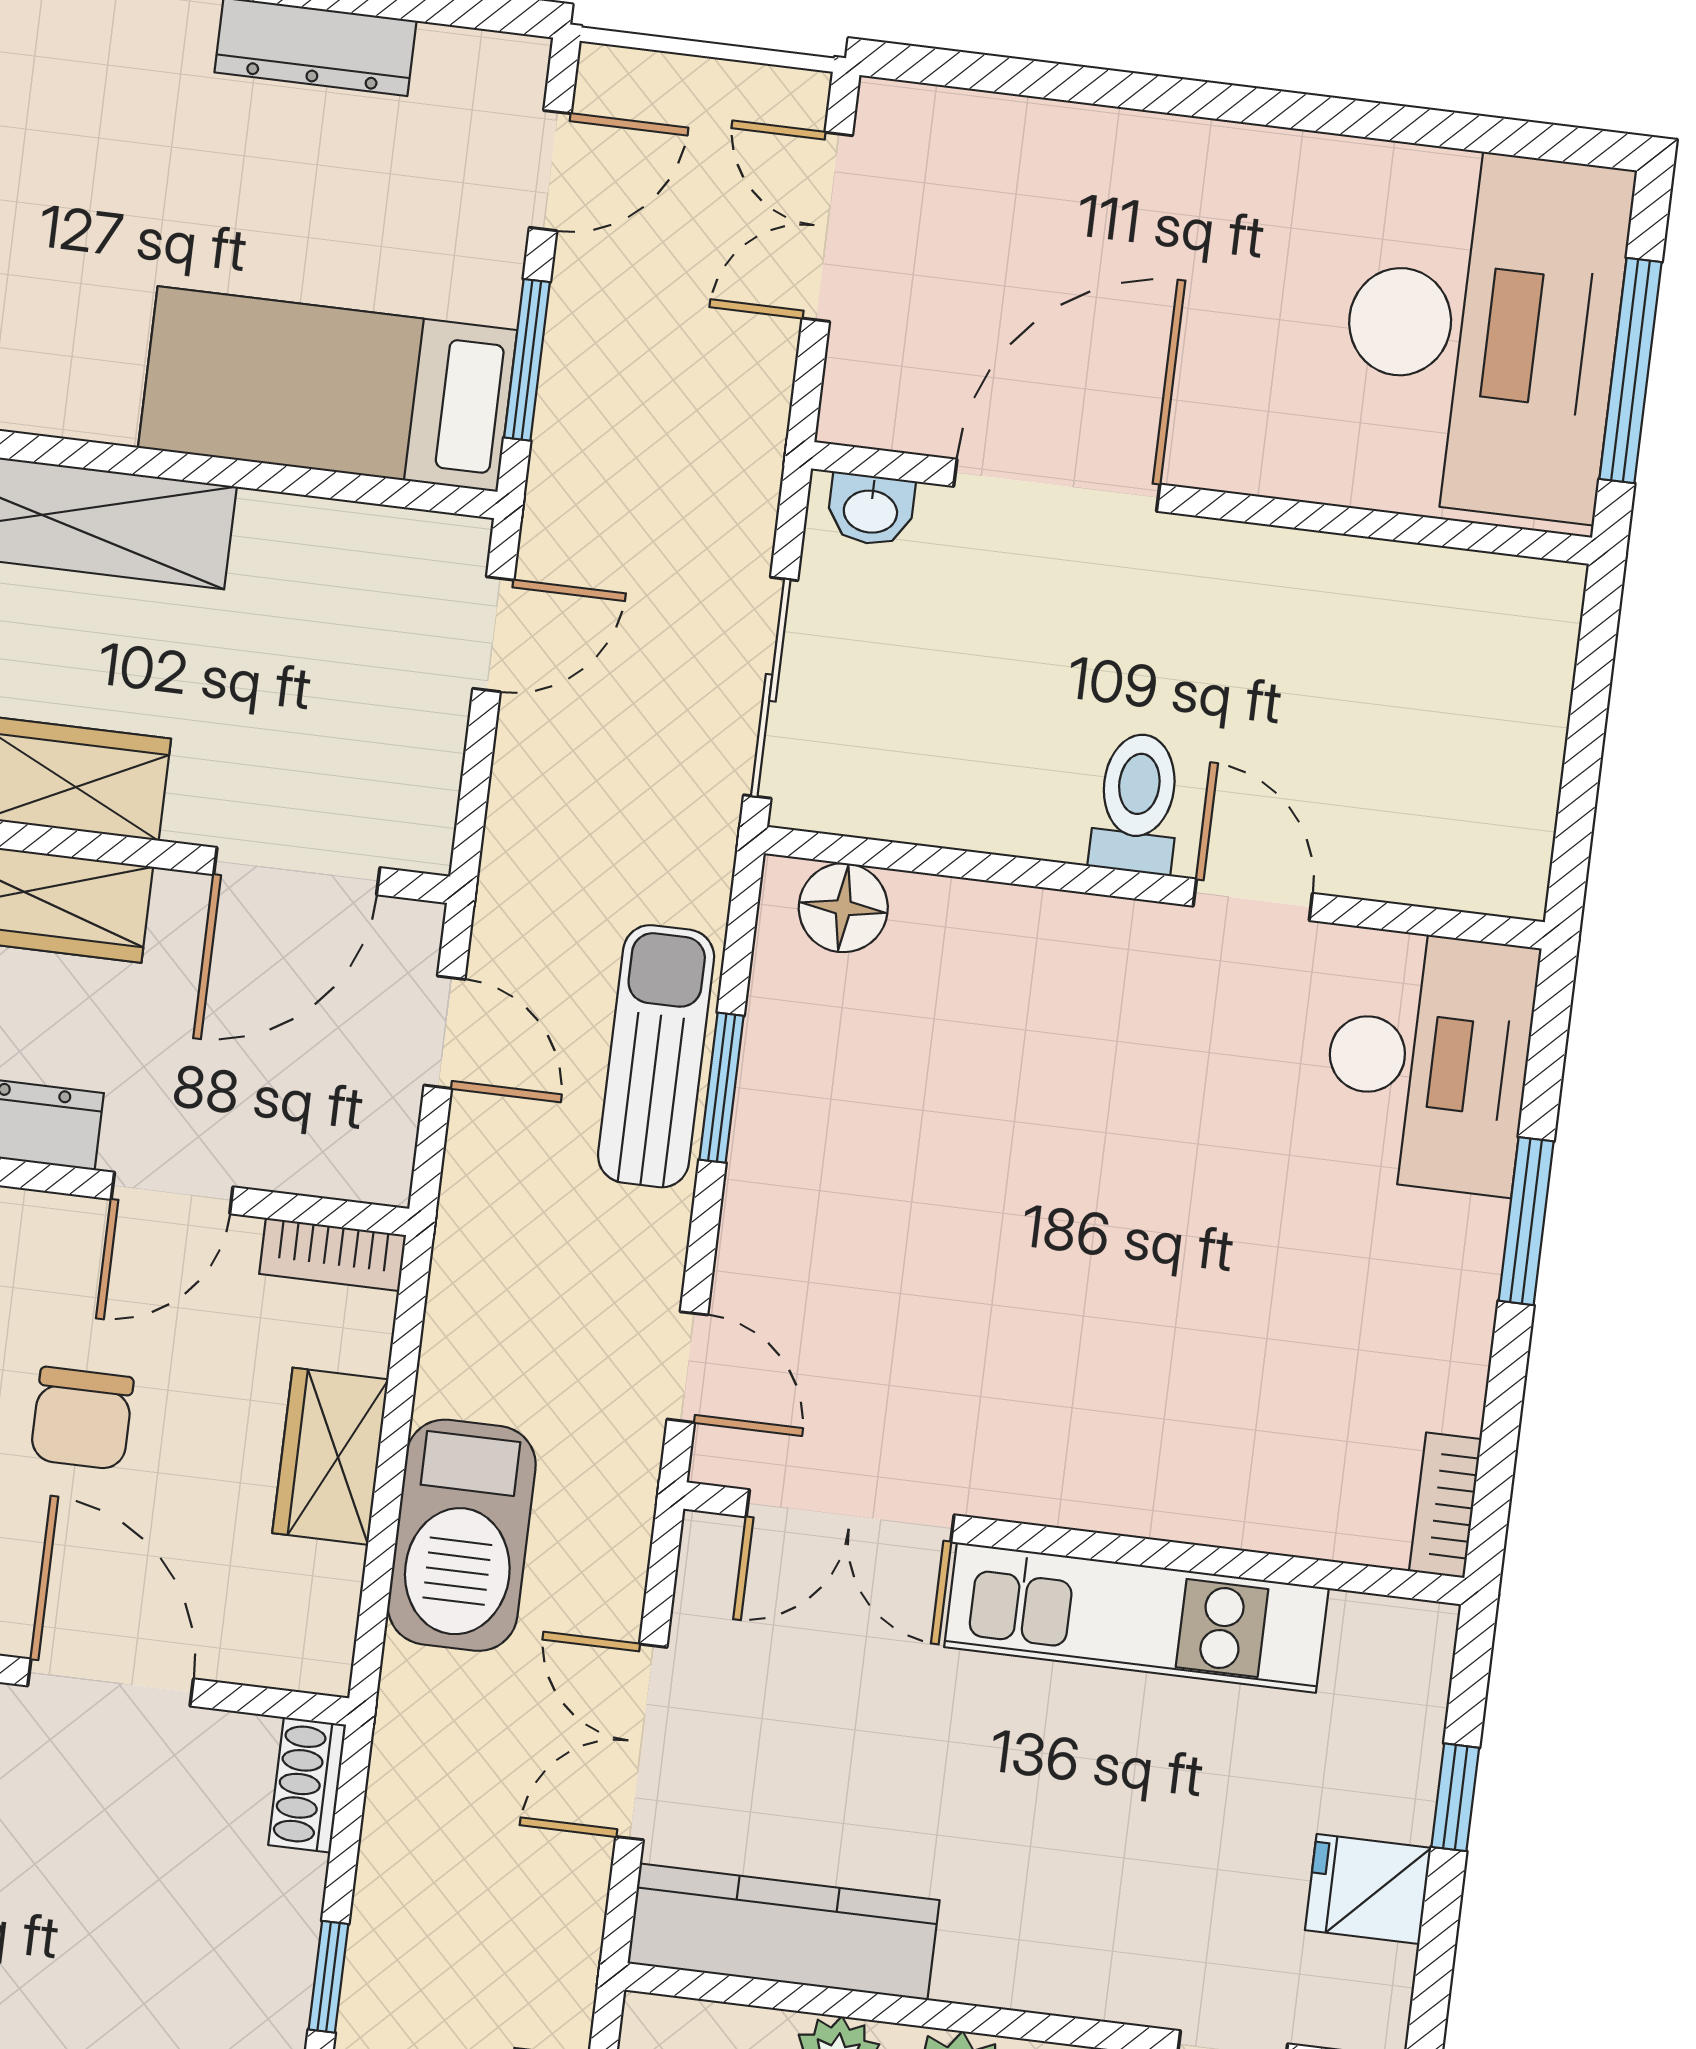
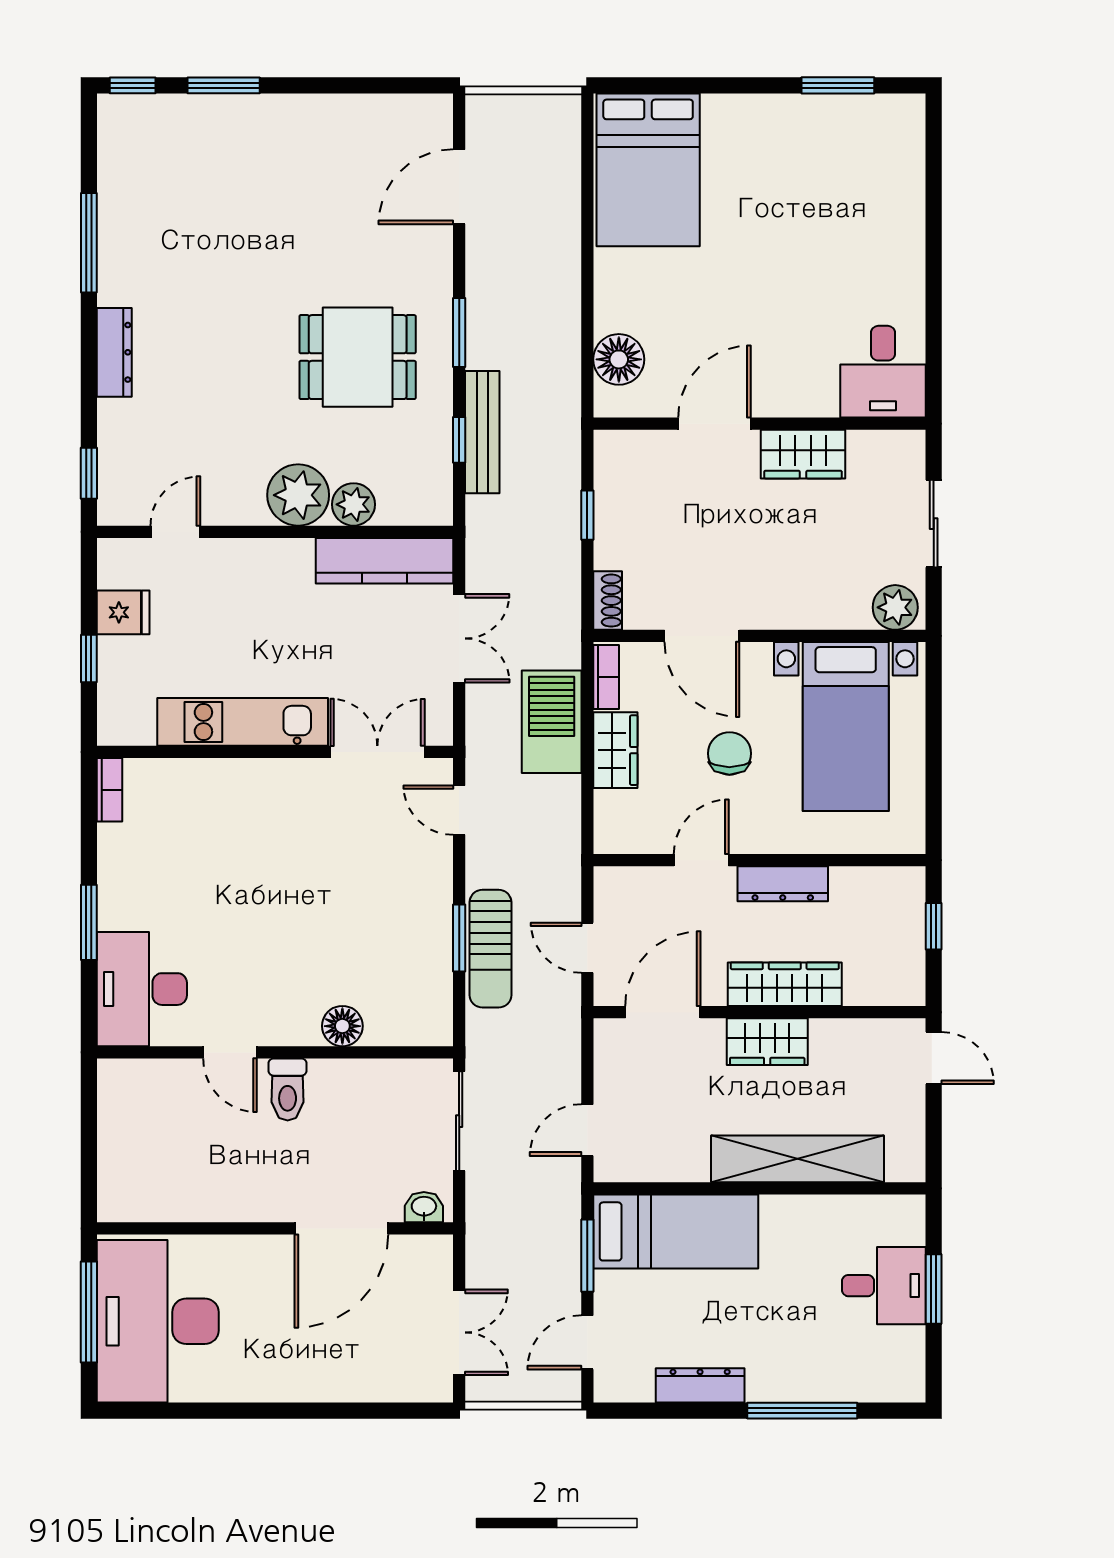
floor lamp: (843, 908) -> (342, 1026), moved
bookcase: (333, 1255) -> (606, 677), moved, turned 90

